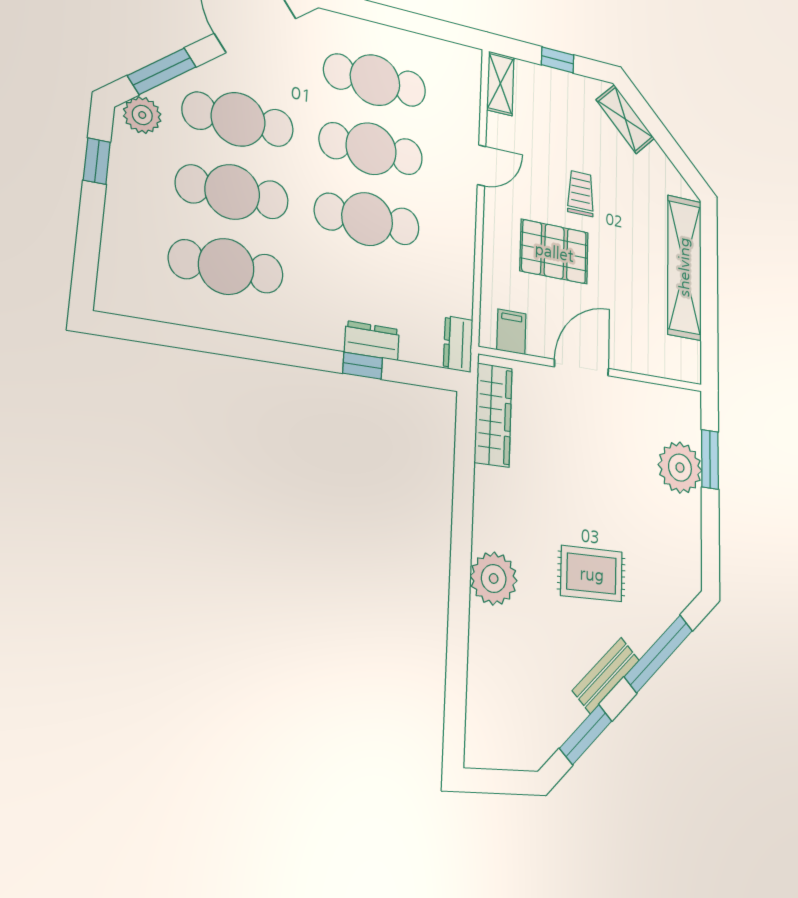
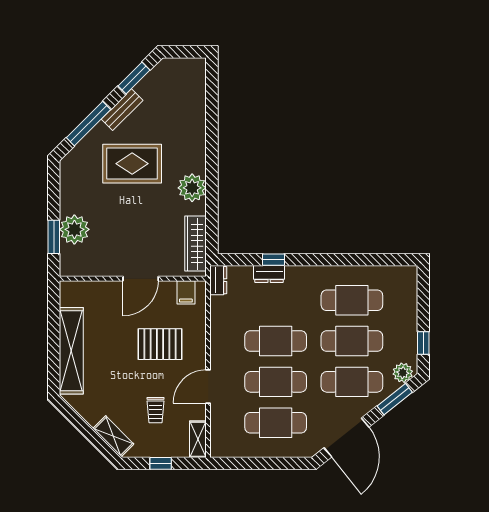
door: (482, 165) -> (208, 386), width x1.38
trolley: (581, 193) -> (156, 410), moved
rug: (592, 574) -> (132, 164), width x1.36, depth x1.43
plant: (494, 578) -> (192, 188), moved

